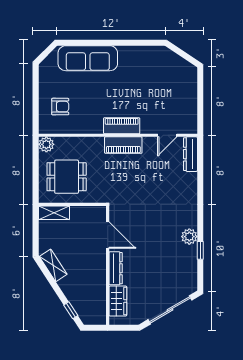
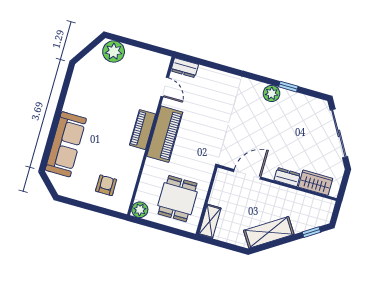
plant: (187, 78) -> (114, 52), added
piano: (123, 145) -> (165, 134), width x1.37, depth x1.33
dresser: (190, 154) -> (185, 68), width x0.70
shelving: (53, 265) -> (269, 232), width x1.50, depth x1.33
dresser: (116, 268) -> (287, 177), width x0.70

